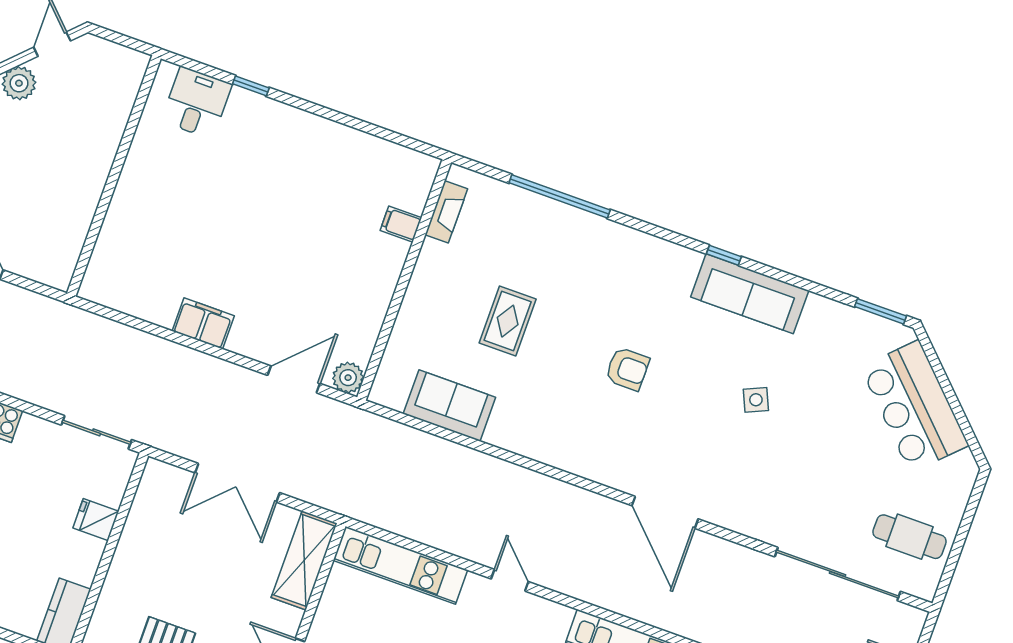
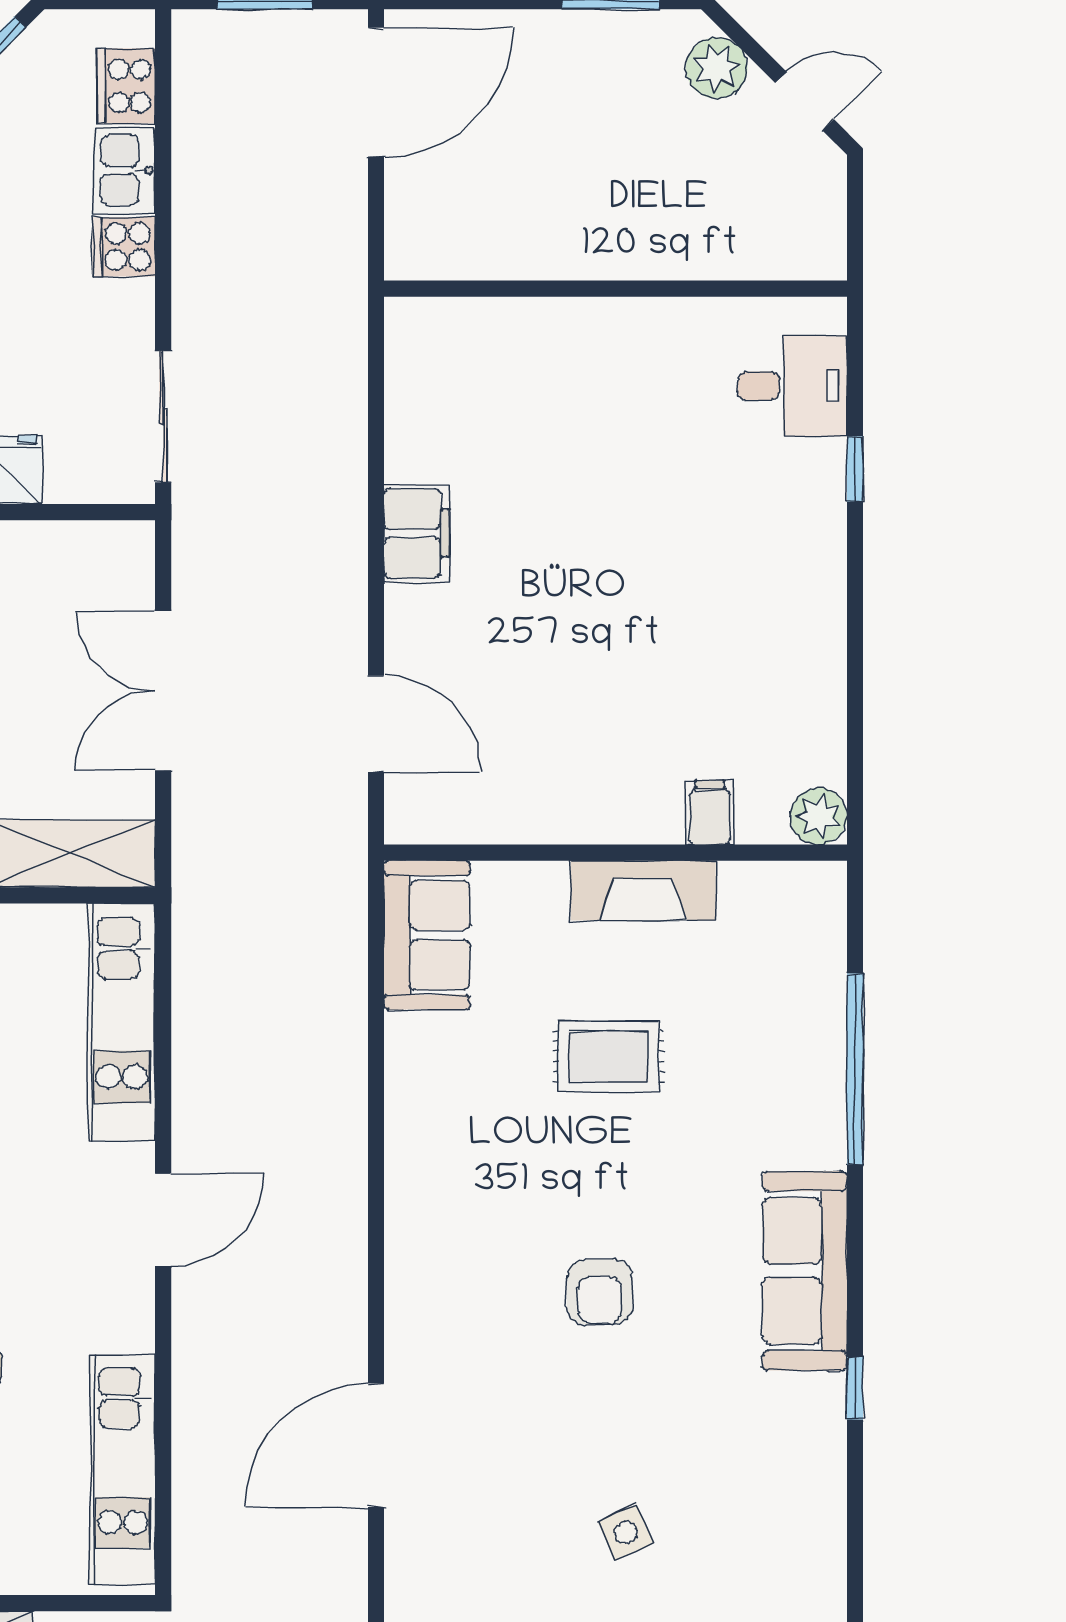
fireplace: (446, 212) -> (643, 890), moved, width x1.37, depth x1.32
sofa: (750, 294) -> (805, 1271), moved
plant: (348, 378) -> (819, 816), moved
sofa: (449, 405) -> (427, 935), moved
door: (510, 580) -> (163, 1220), width x1.38

